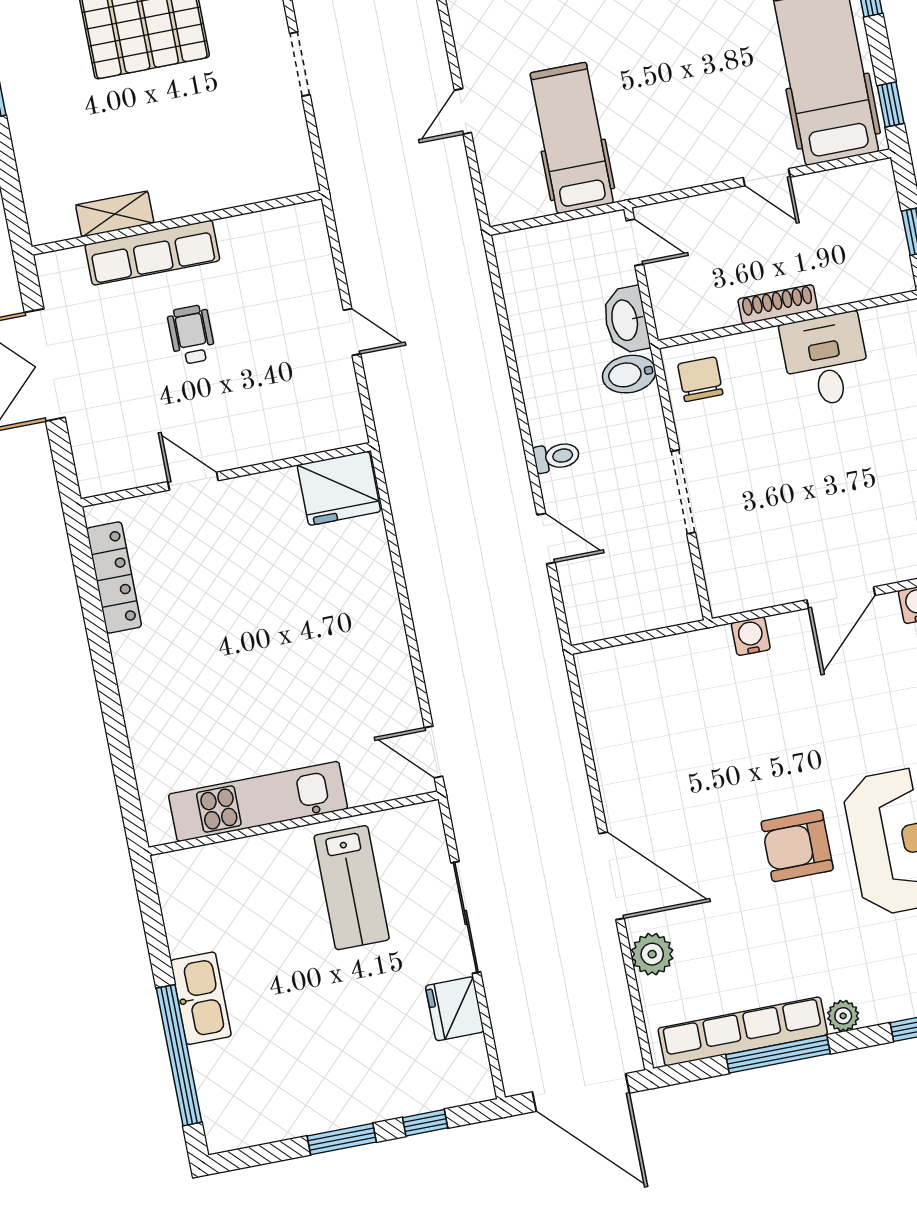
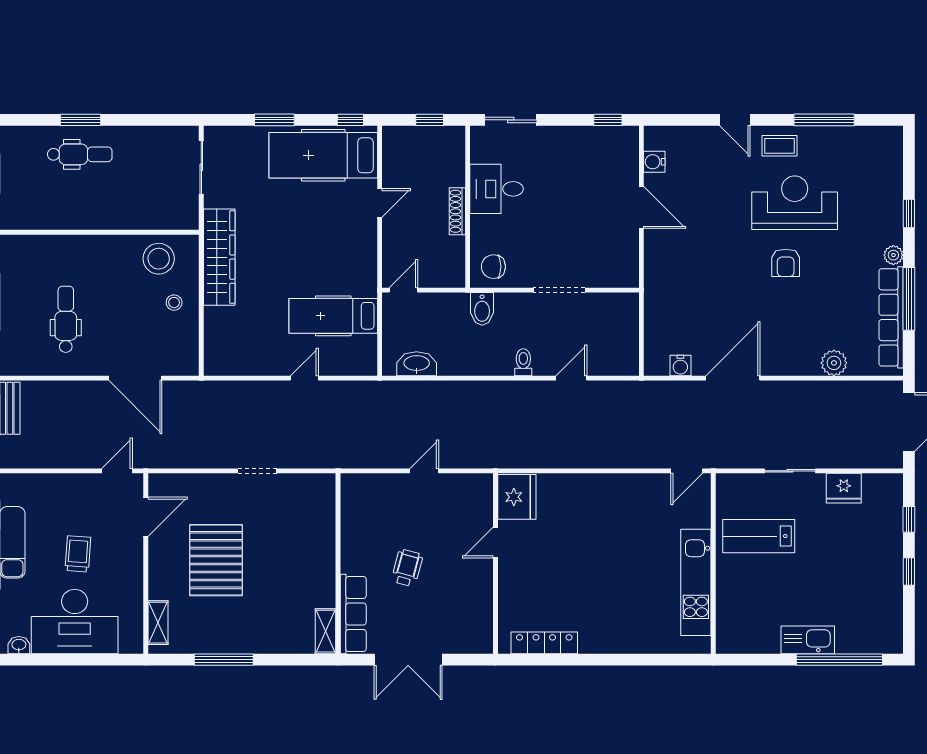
door: (463, 111) -> (304, 378), swing flipped
shelving: (115, 214) -> (325, 631), moved
row of seats: (152, 253) -> (353, 614), moved
washbasin: (626, 320) -> (417, 364), moved, turned 180
wheelchair: (191, 335) -> (407, 568), turned 105
door: (193, 481) -> (495, 543), moved
water cooler: (751, 636) -> (680, 365), moved, turned -90
armchair: (797, 846) -> (786, 263), width x0.72, depth x0.72
door: (612, 876) -> (733, 378), moved
lab bench: (352, 888) -> (759, 536), turned 180
sliding door: (466, 917) -> (790, 471), width x0.73
window: (342, 1139) -> (909, 571), width x0.67

